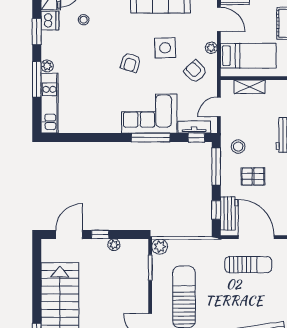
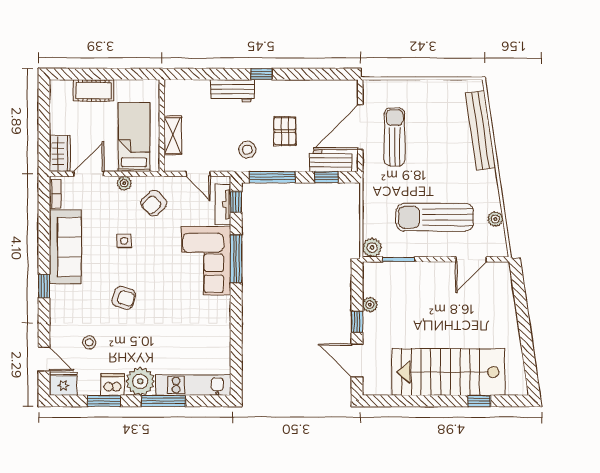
dishwasher: (50, 21) -> (113, 384), moved
side table: (165, 48) -> (124, 241), width x0.54, depth x0.54
armchair: (131, 63) -> (124, 298), moved
plant: (47, 66) -> (140, 381), width x1.87, depth x1.87

